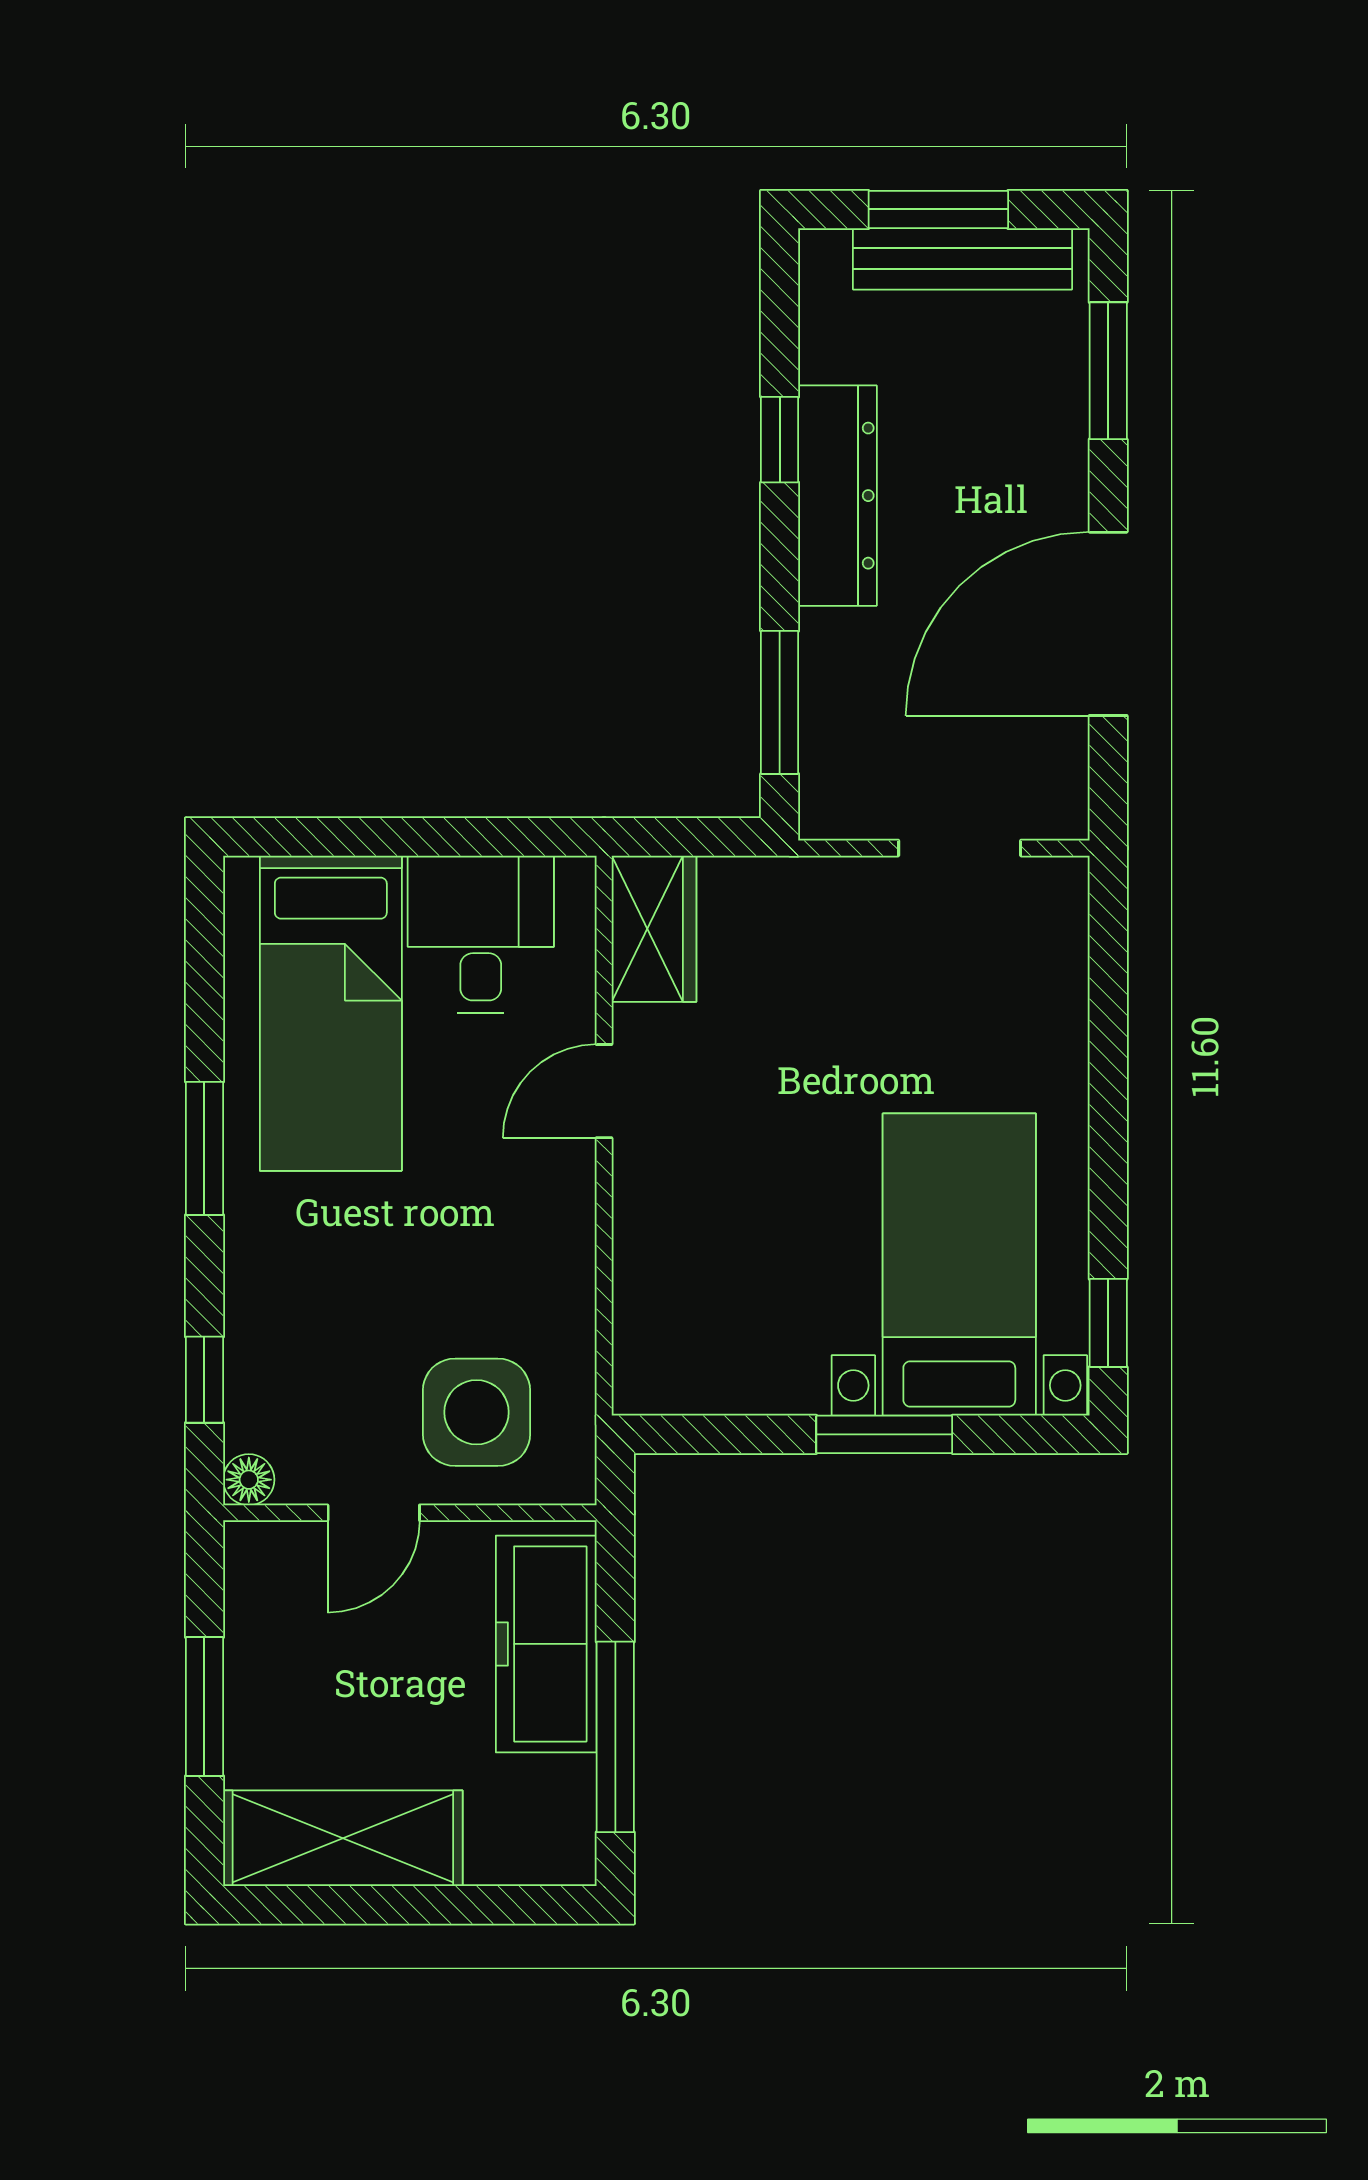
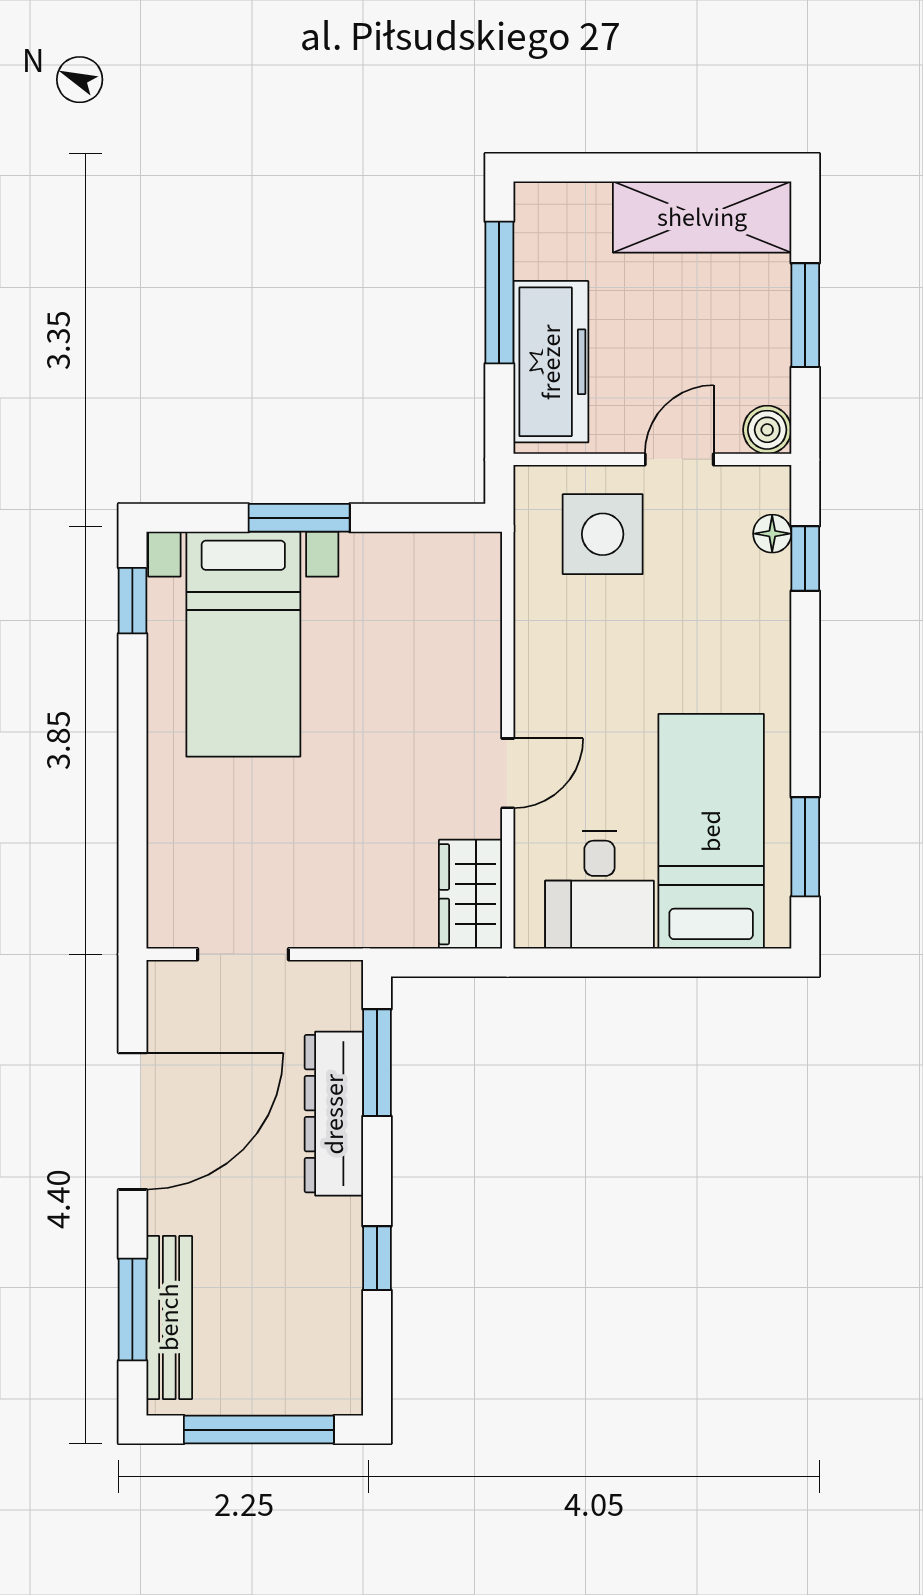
window: (938, 209) -> (259, 1430), width x1.44
bench: (962, 259) -> (169, 1317), moved, turned 90
dresser: (838, 496) -> (334, 1114), moved
window: (204, 1148) -> (805, 847), moved
floor lamp: (249, 1480) -> (772, 534), moved
boiler: (256, 1553) -> (767, 430), added

